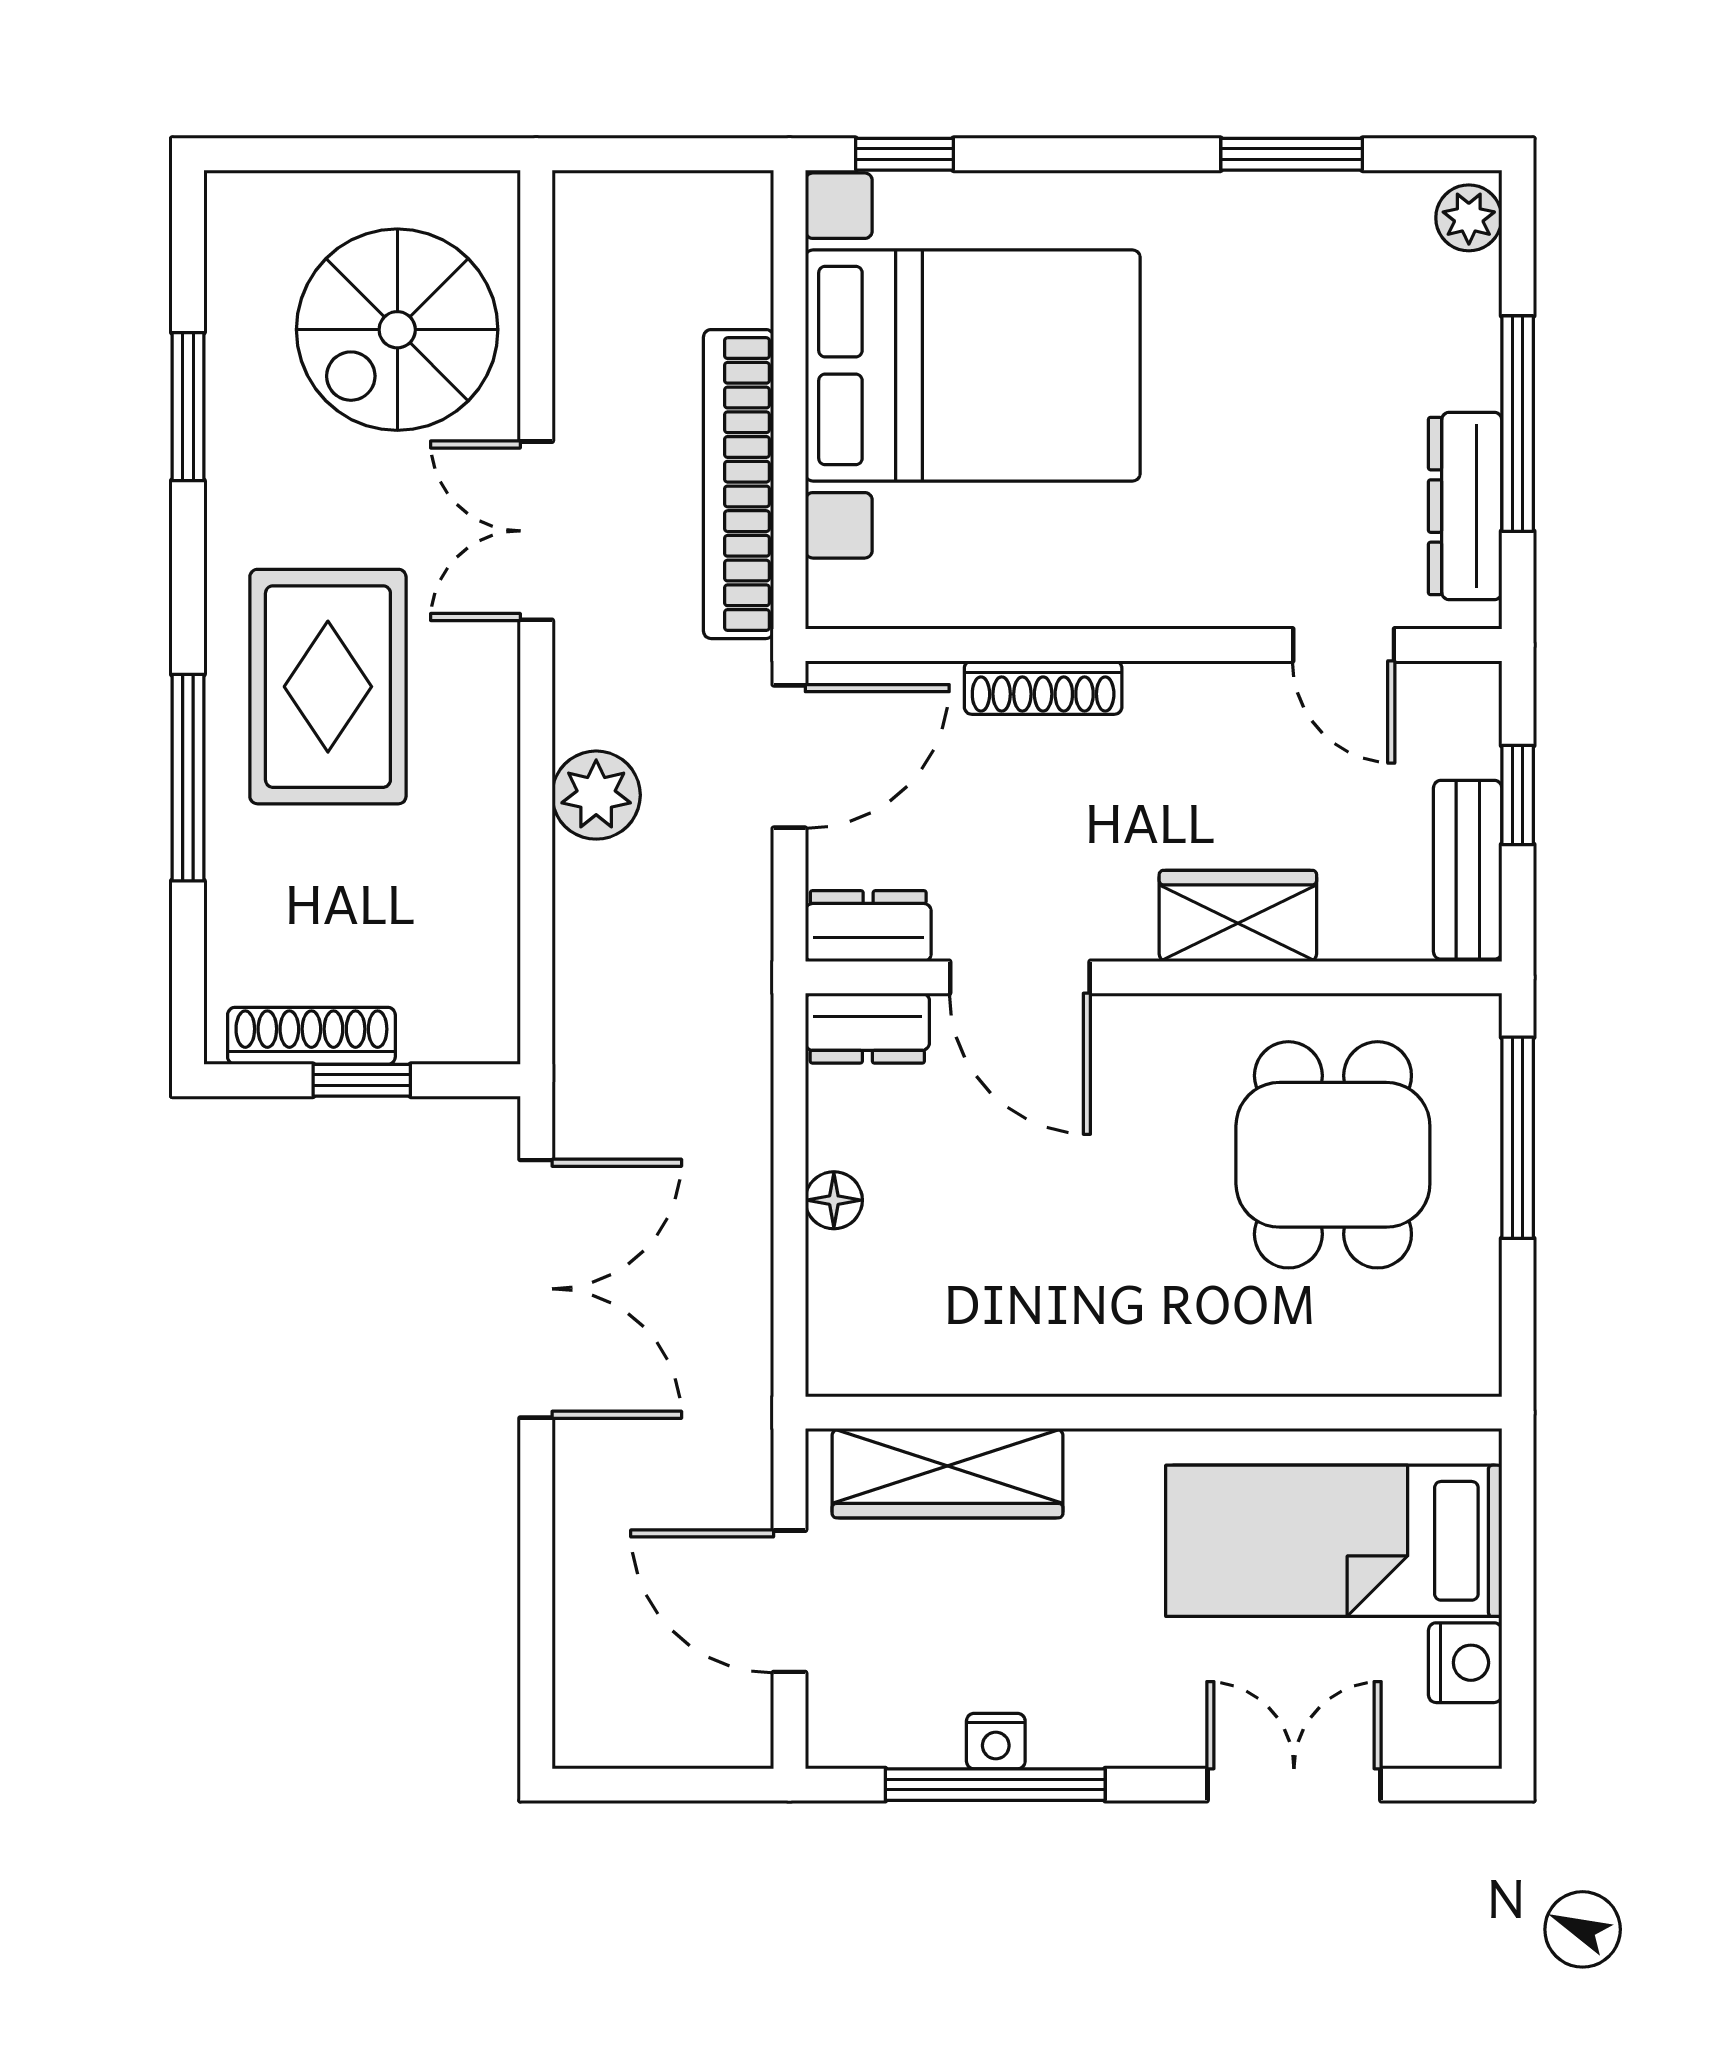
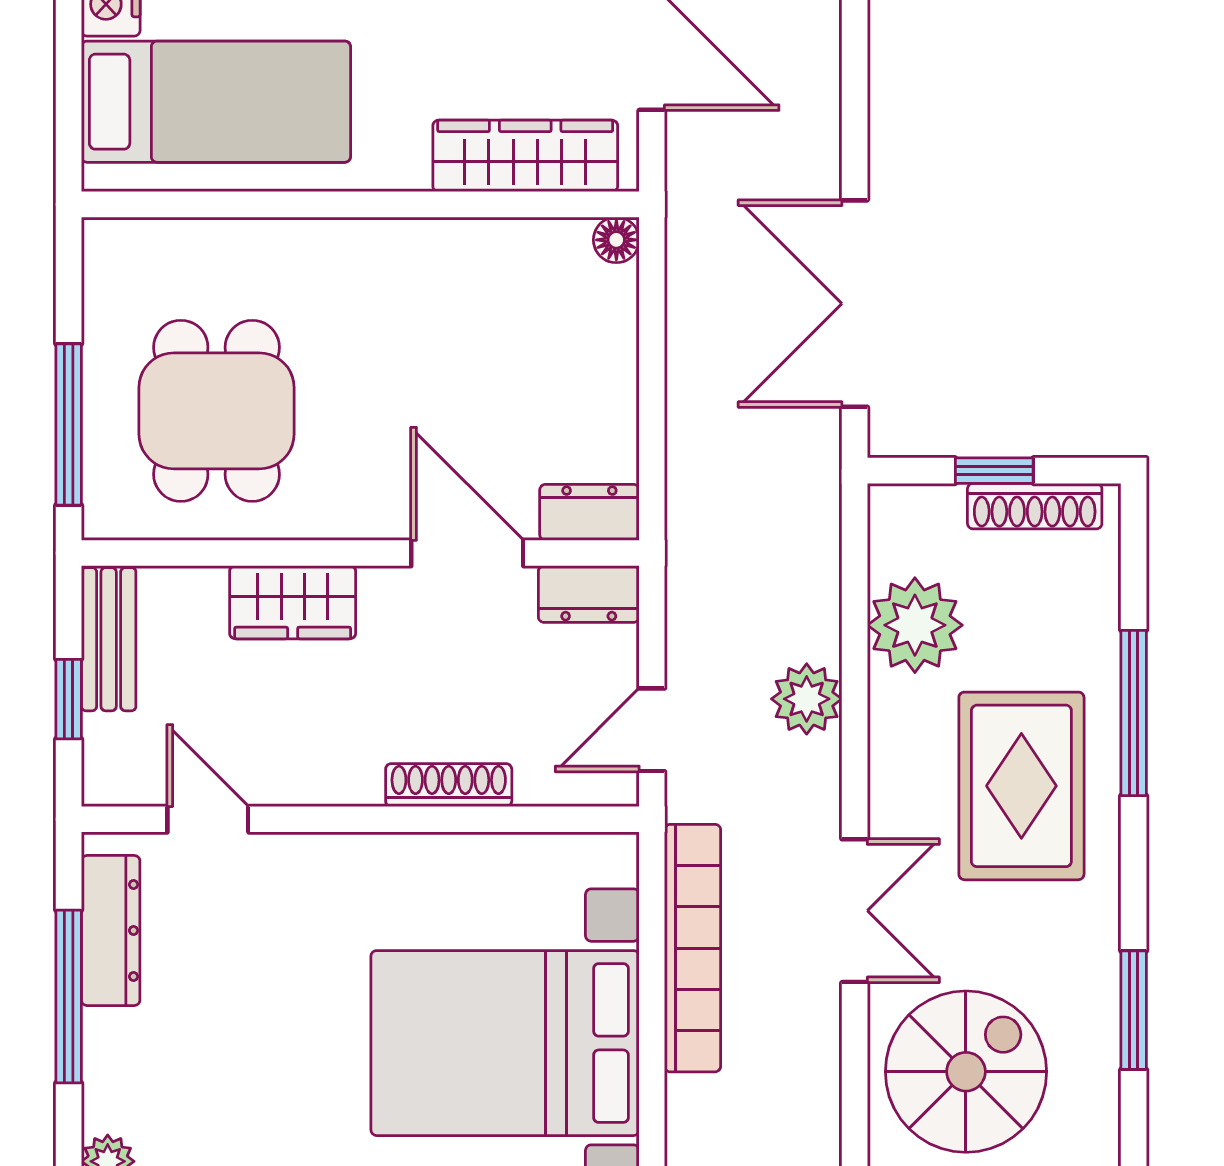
door: (789, 757) -> (652, 730), width x0.73
plant: (461, 887) -> (915, 625), added
floor lamp: (834, 1200) -> (616, 240), moved

